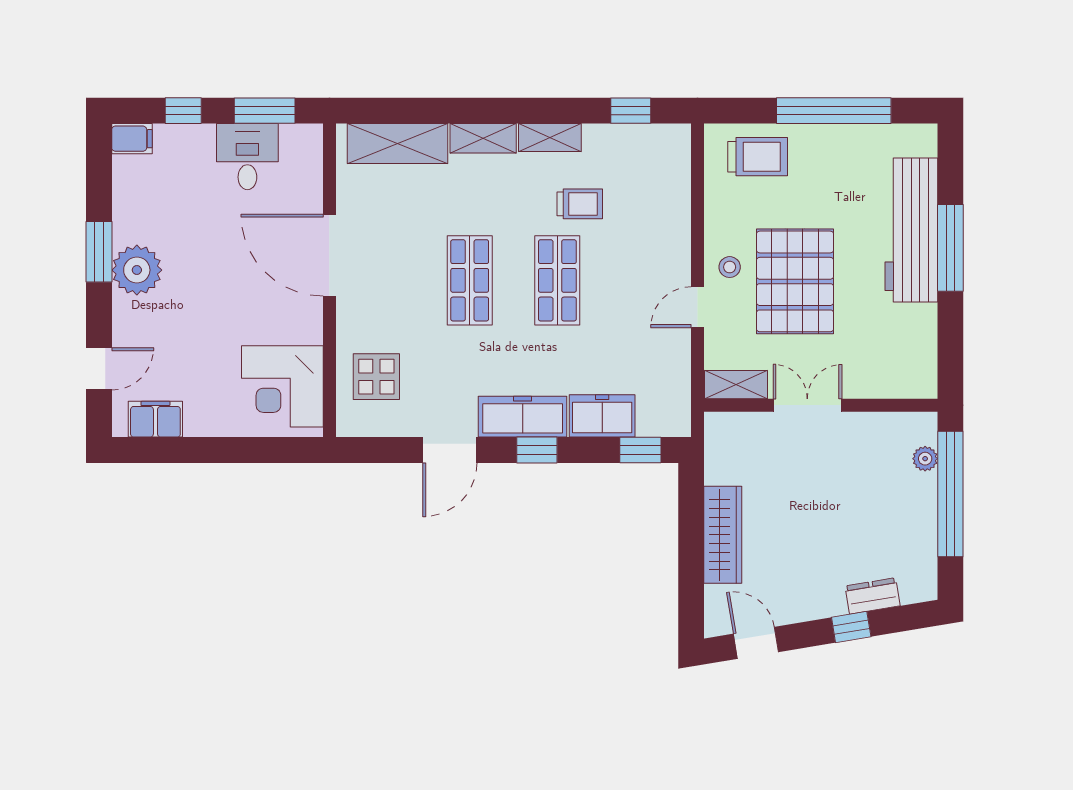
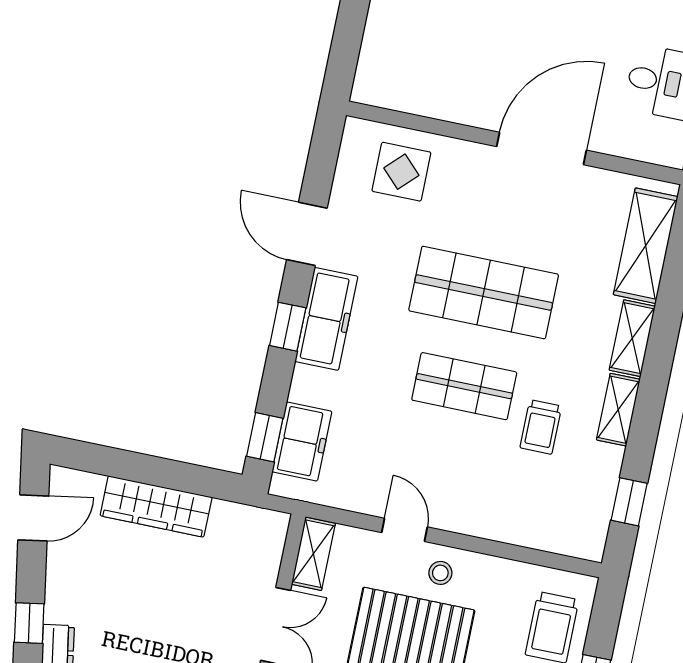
shop shelf: (470, 280) -> (484, 293), width x1.43, depth x1.36
corner desk: (282, 386) -> (412, 69), removed
freezer: (602, 416) -> (302, 442), moved

